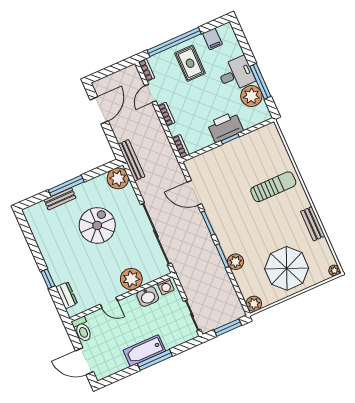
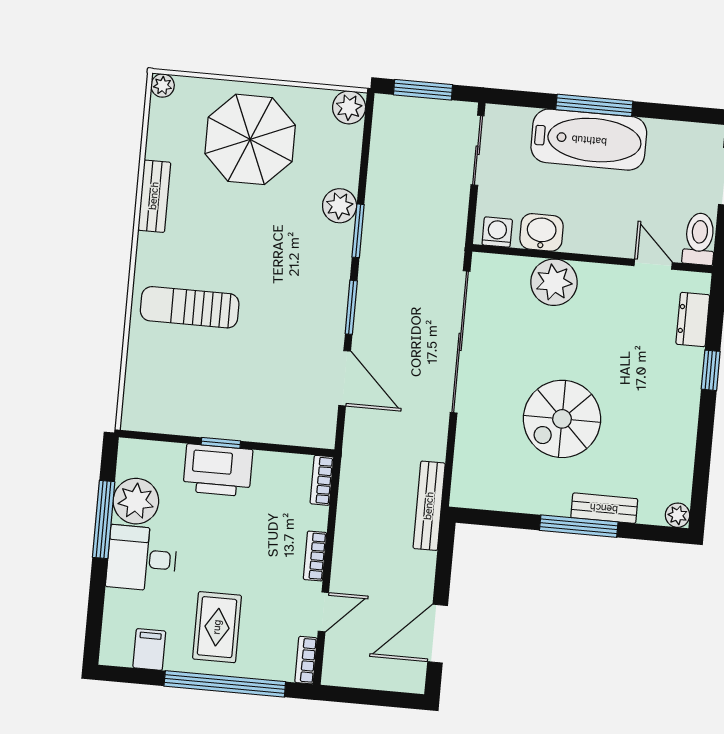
plant: (118, 178) -> (678, 515), moved, width x0.53, depth x0.53
door: (109, 303) -> (653, 264), moved
bathtub: (144, 351) -> (589, 140), width x1.36, depth x1.36

